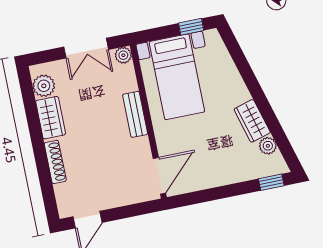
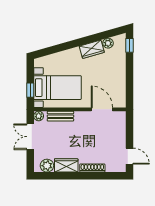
window: (191, 27) -> (30, 90), moved
double door: (86, 48) -> (30, 137), swing flipped
bench: (135, 114) -> (60, 116), moved
door: (159, 176) -> (102, 109), moved

